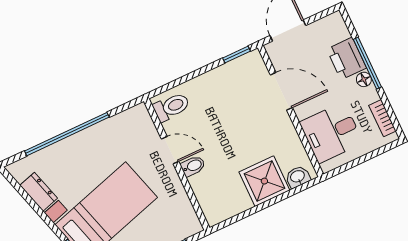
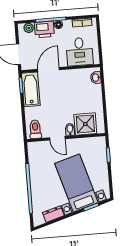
plant: (339, 31) -> (29, 28), added
bathtub: (236, 74) -> (31, 89), added
door: (170, 150) -> (57, 138), swing flipped
shower: (264, 181) -> (85, 124), moved

